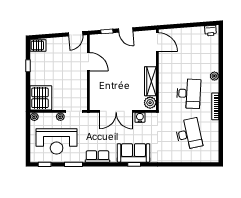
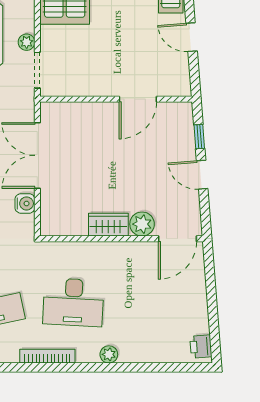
door: (126, 30) -> (202, 175), hinge flipped
door: (76, 34) -> (192, 37), moved
wardrobe: (150, 81) -> (108, 225), width x0.67
plant: (150, 103) -> (142, 224), moved

